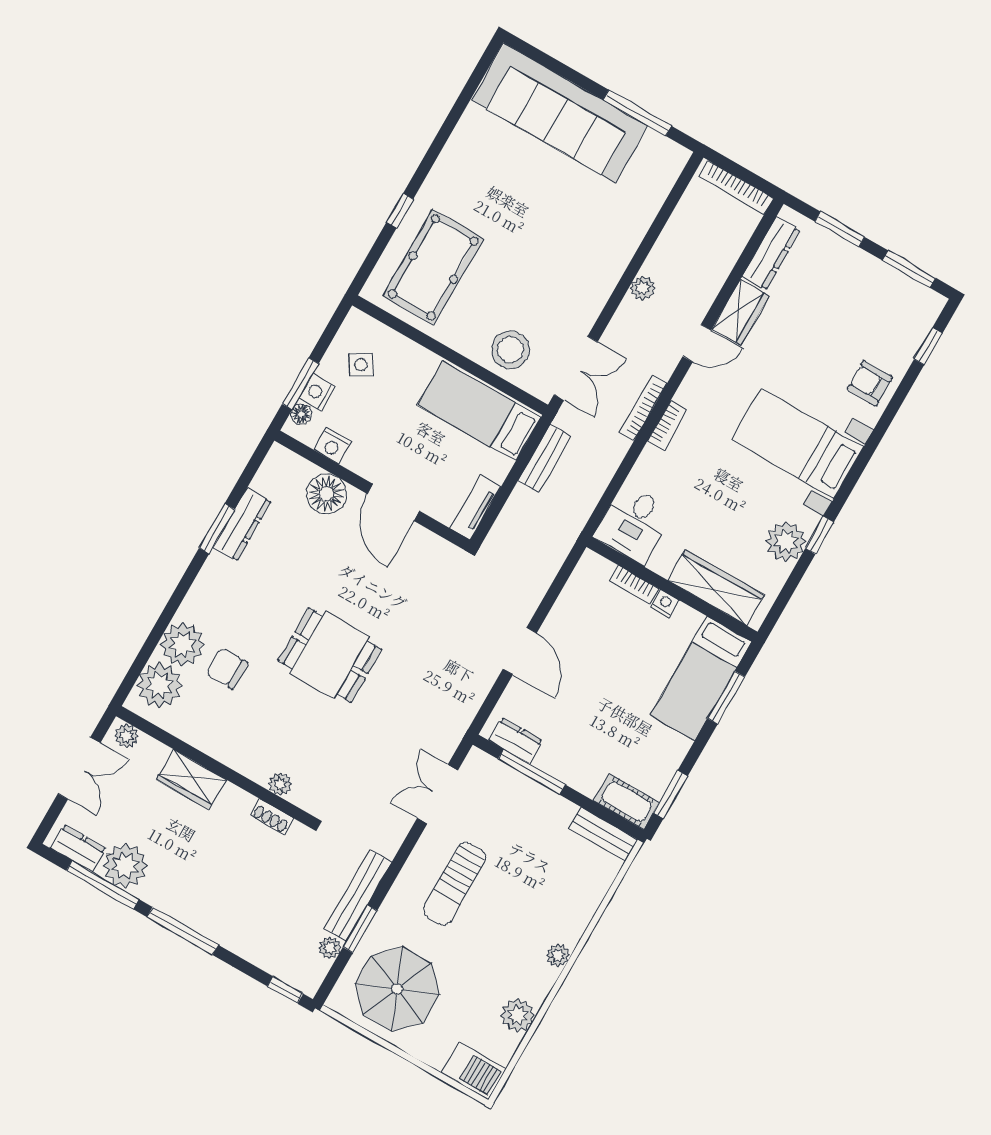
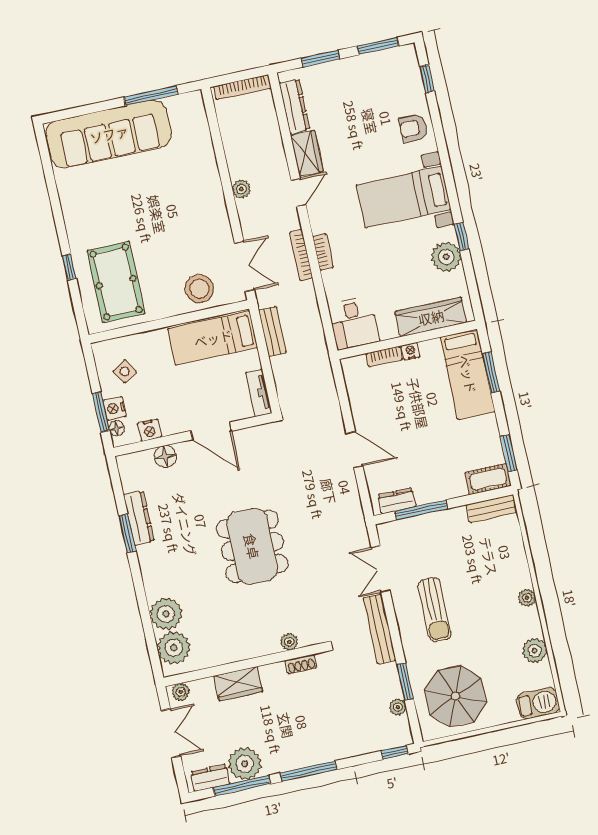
floor lamp: (327, 494) -> (165, 456), width x0.73, depth x0.73
dining table: (330, 655) -> (252, 546), width x1.38
chair: (227, 668) -> (202, 605), removed
bench: (358, 895) -> (380, 629), moved

